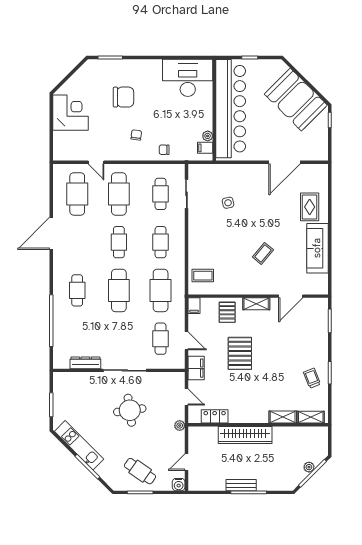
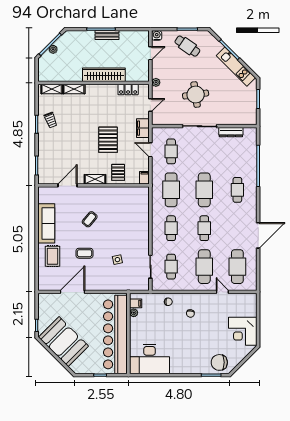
chair: (123, 97) -> (219, 362), moved
coffee table: (203, 276) -> (84, 253), moved
door: (186, 397) -> (150, 105), swing flipped

